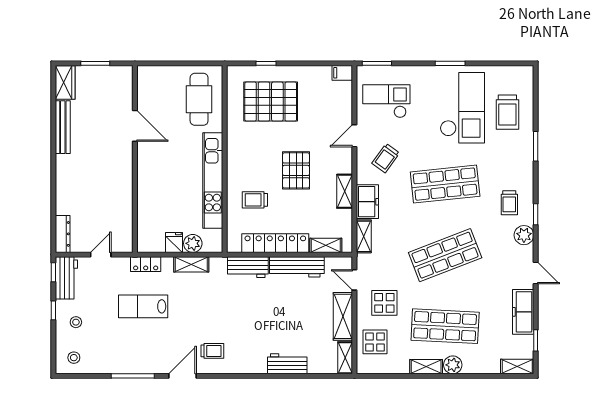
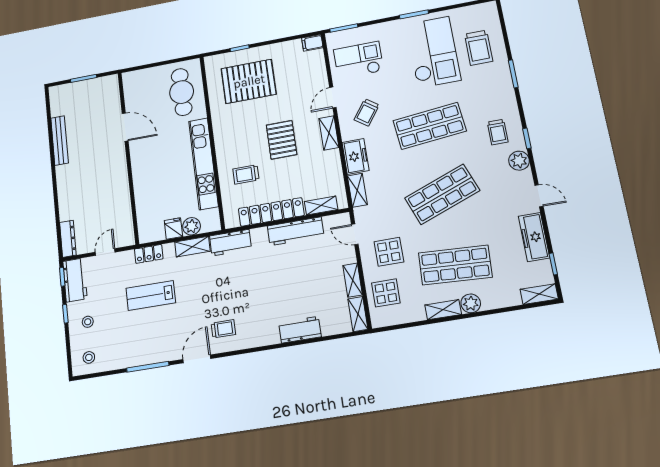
wardrobe: (65, 82) -> (58, 100), removed
shelving: (345, 191) -> (329, 133), moved
workbench: (248, 267) -> (231, 243), moved
shelving: (343, 316) -> (353, 280), width x0.67, depth x0.75

